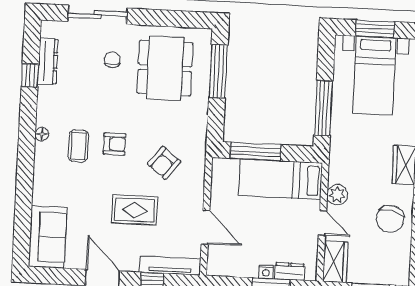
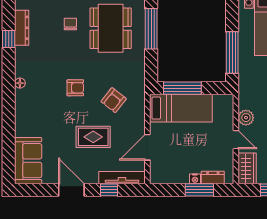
coffee table: (78, 146) -> (48, 91), removed
bed: (280, 179) -> (181, 108), moved, turned 180
door: (205, 227) -> (147, 147), swing flipped

